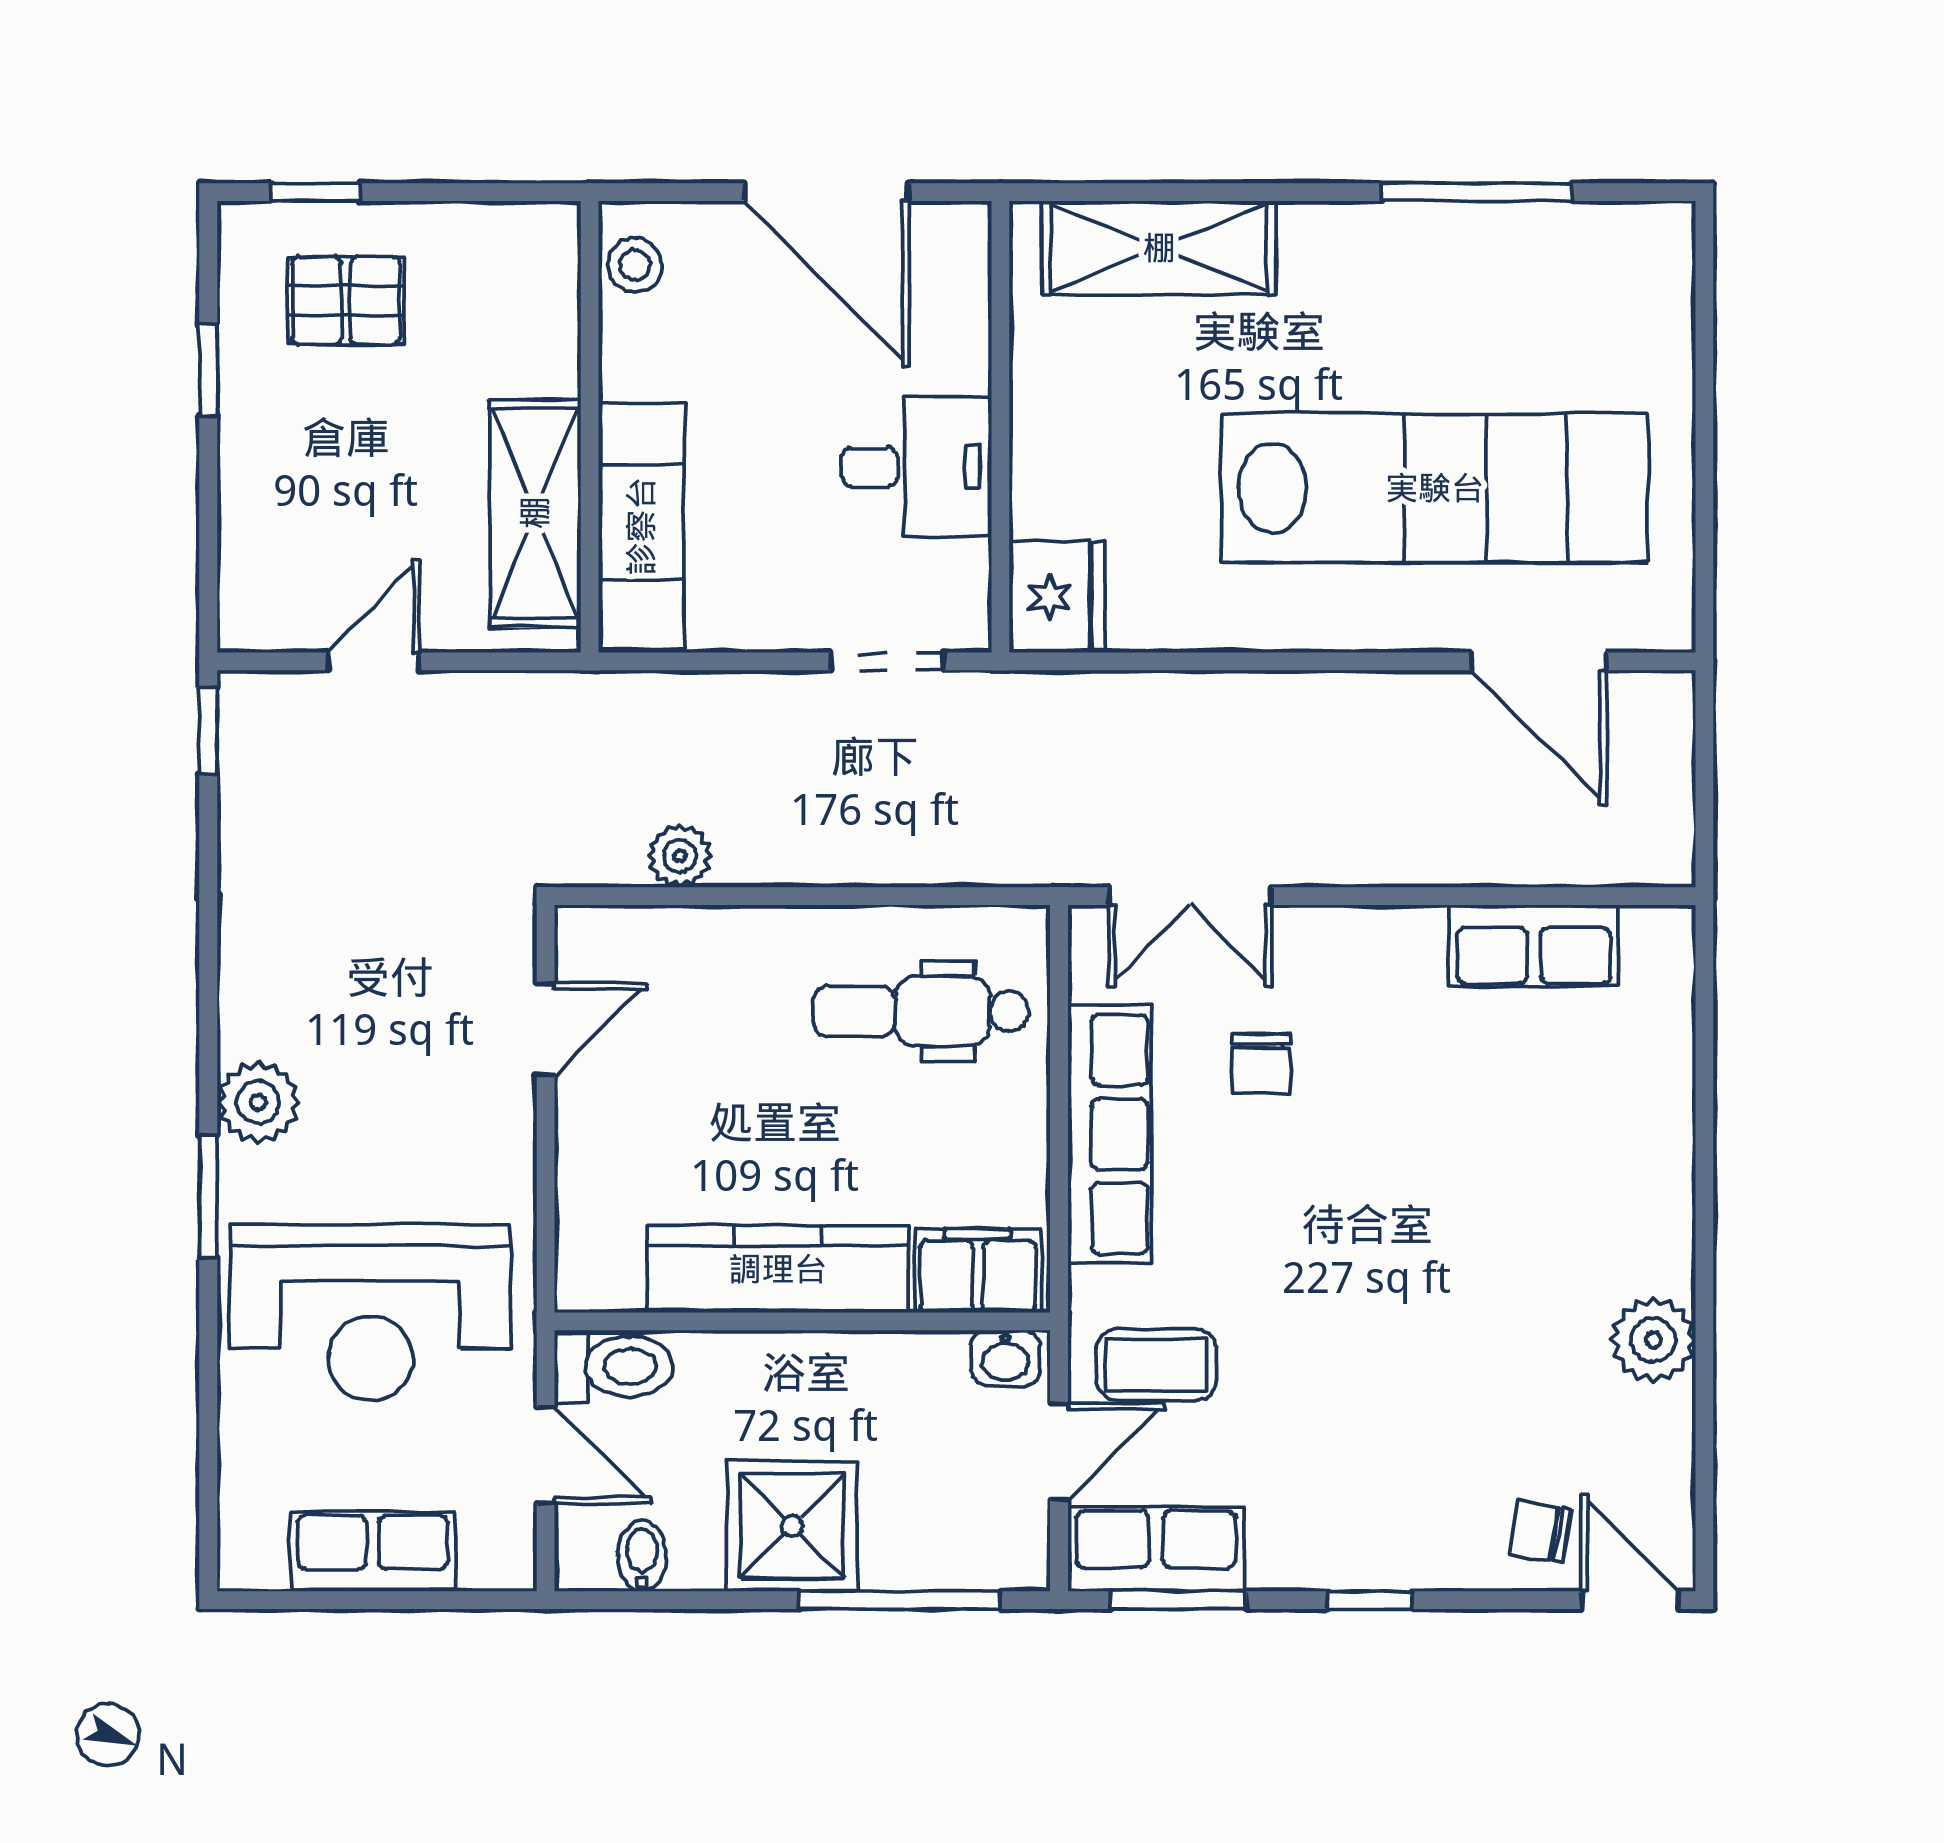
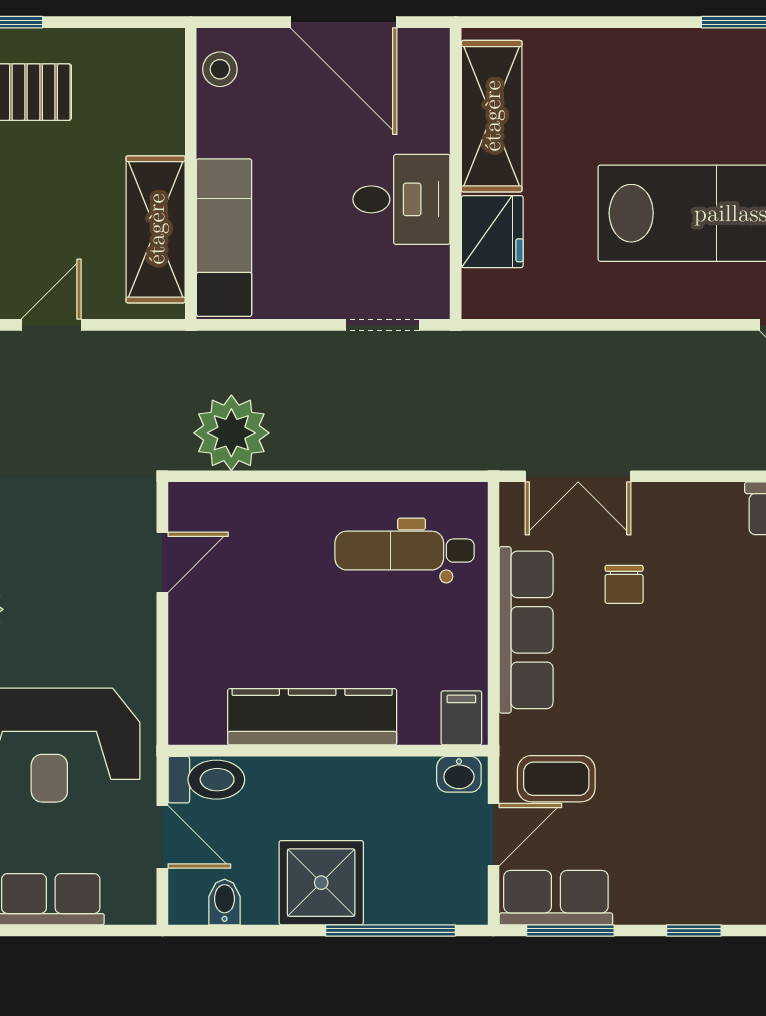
shelving: (1159, 248) -> (492, 116), moved, turned 90
fridge: (1057, 597) -> (492, 232), moved
plant: (680, 856) -> (231, 433), width x1.88, depth x1.88
filing cabinet: (978, 1271) -> (461, 718), width x0.50

